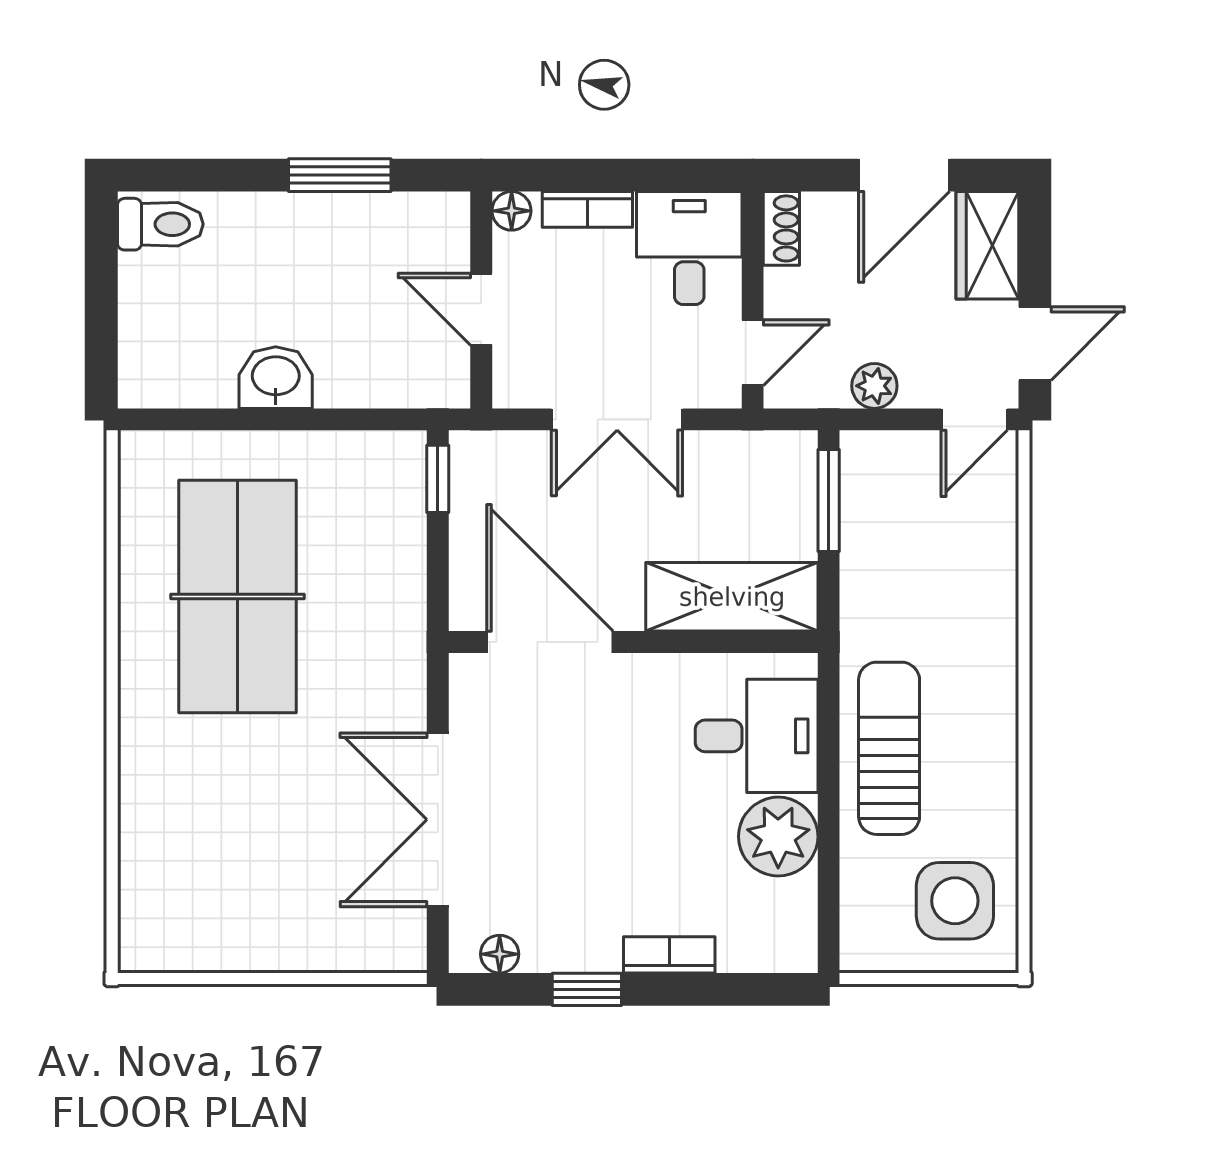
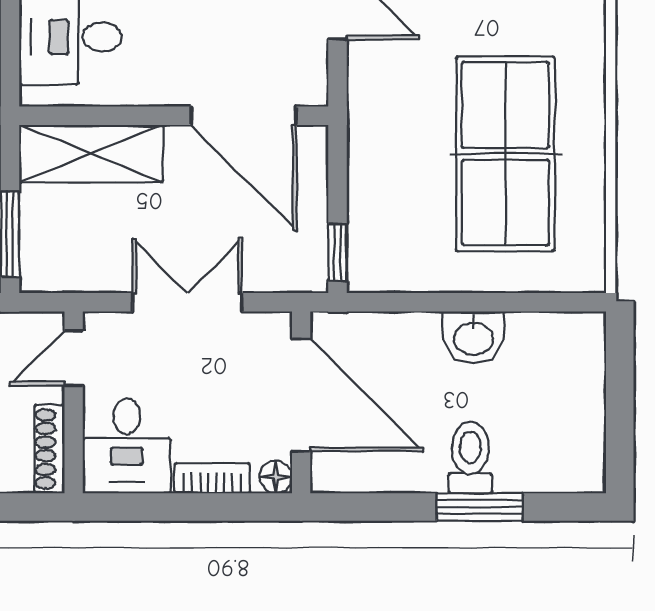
window: (340, 175) -> (480, 507), moved
toilet: (160, 224) -> (470, 457), moved, turned 90
shoe rack: (781, 228) -> (49, 449), width x1.43
door: (481, 309) -> (301, 395), width x1.87

